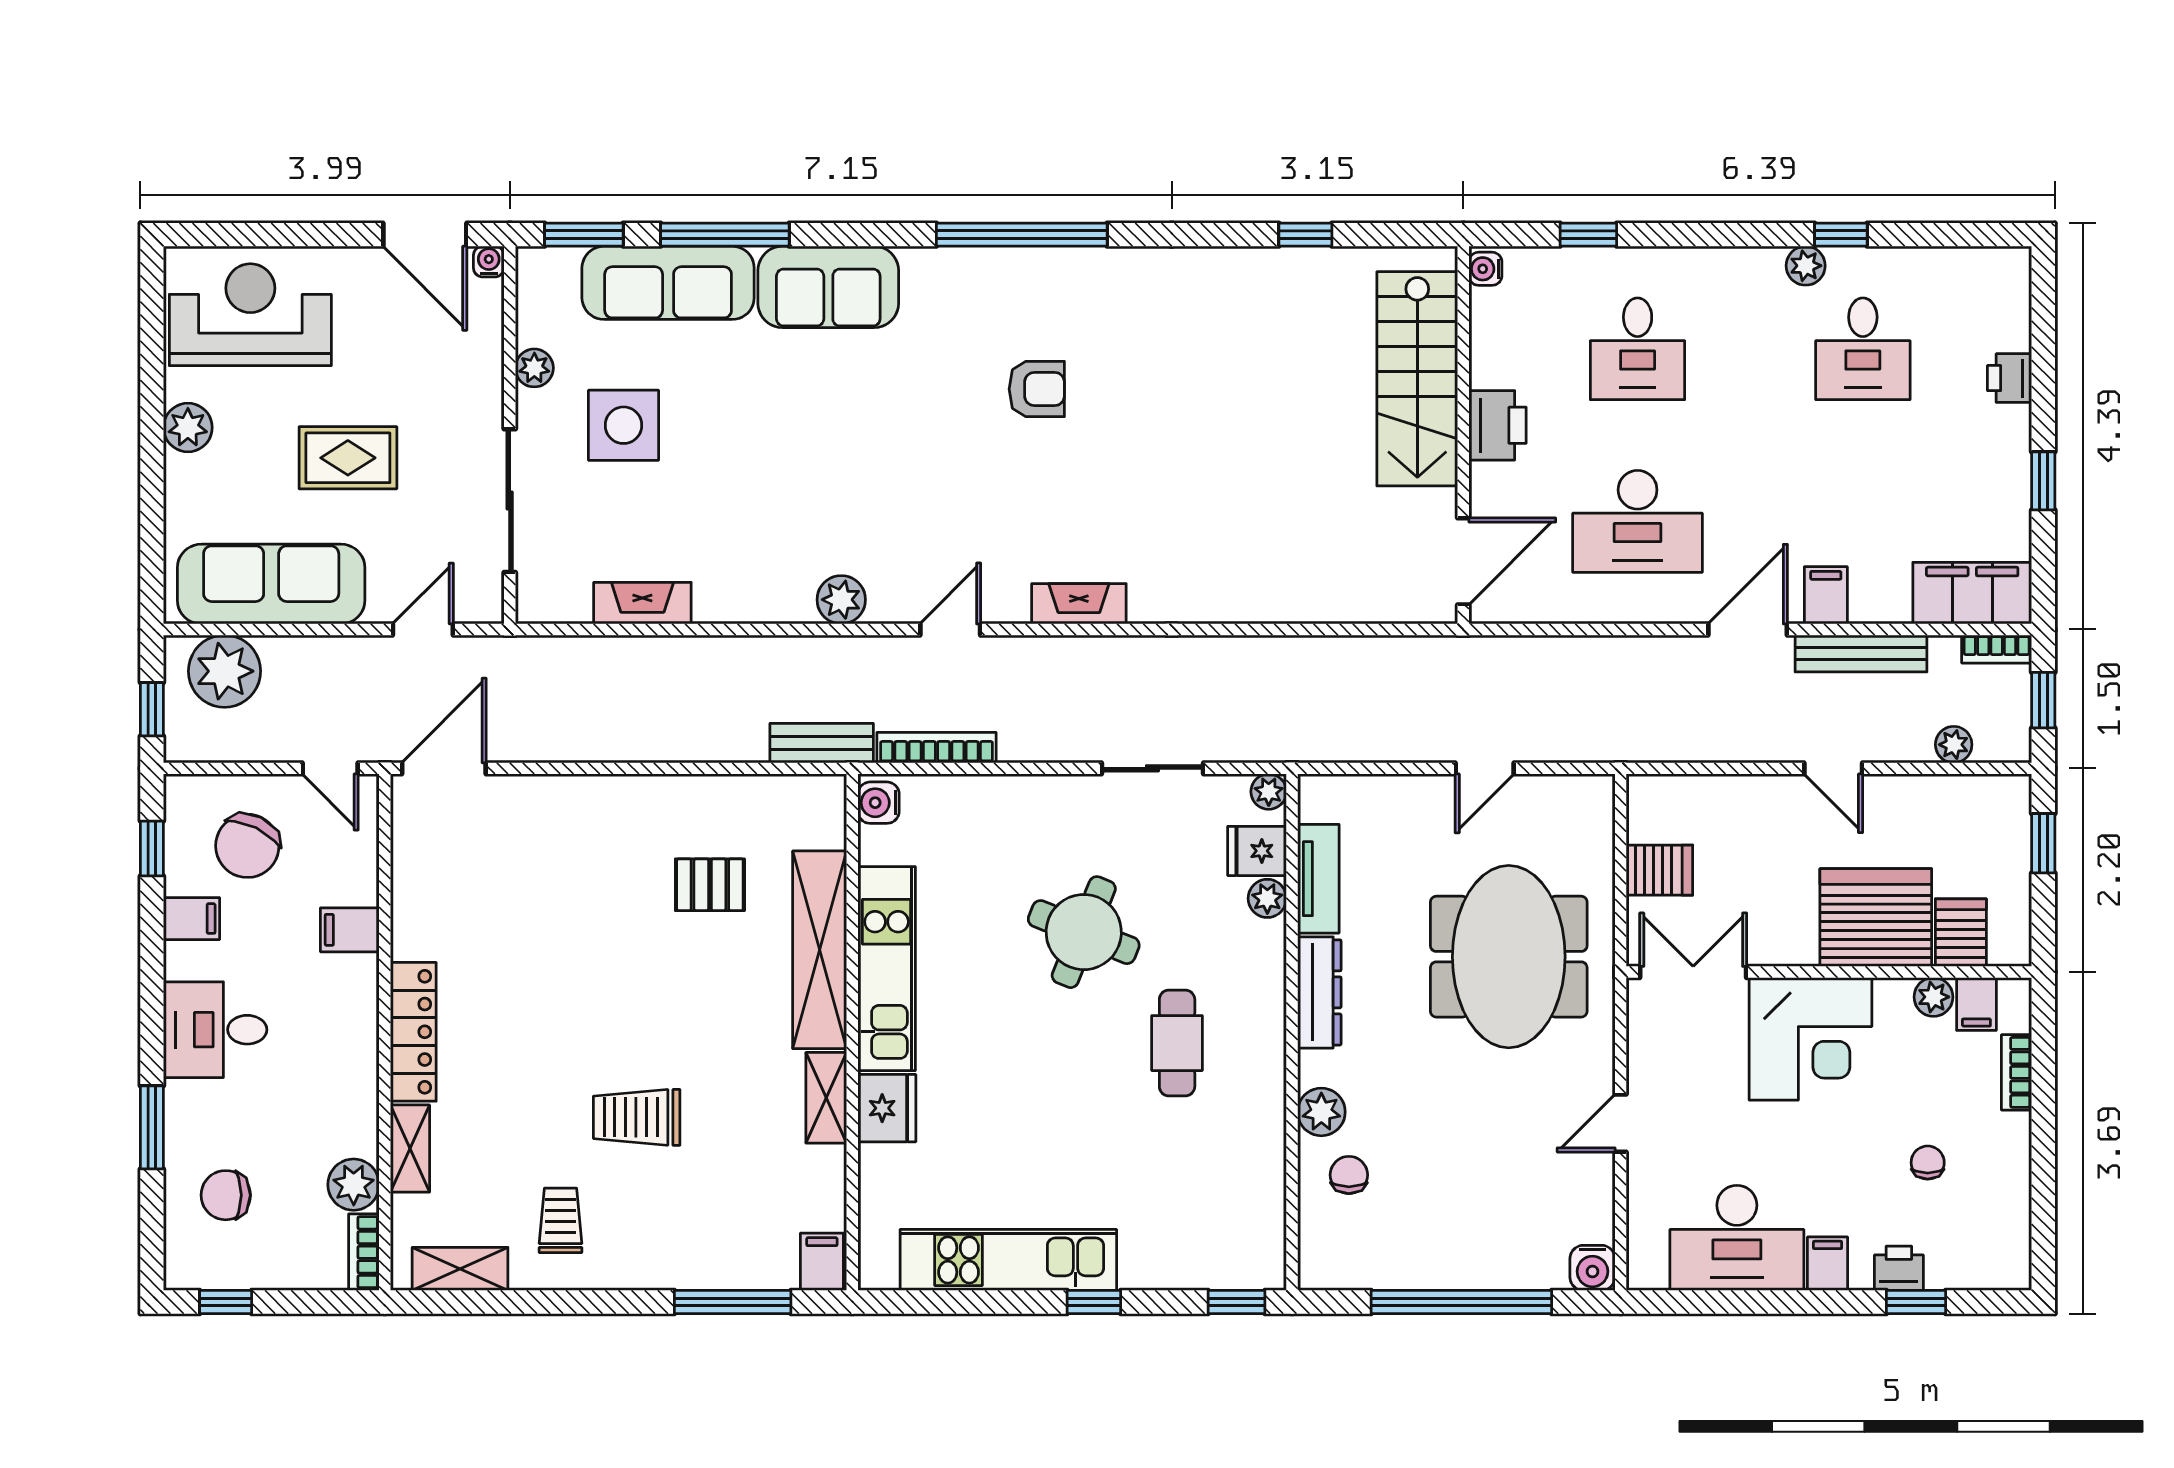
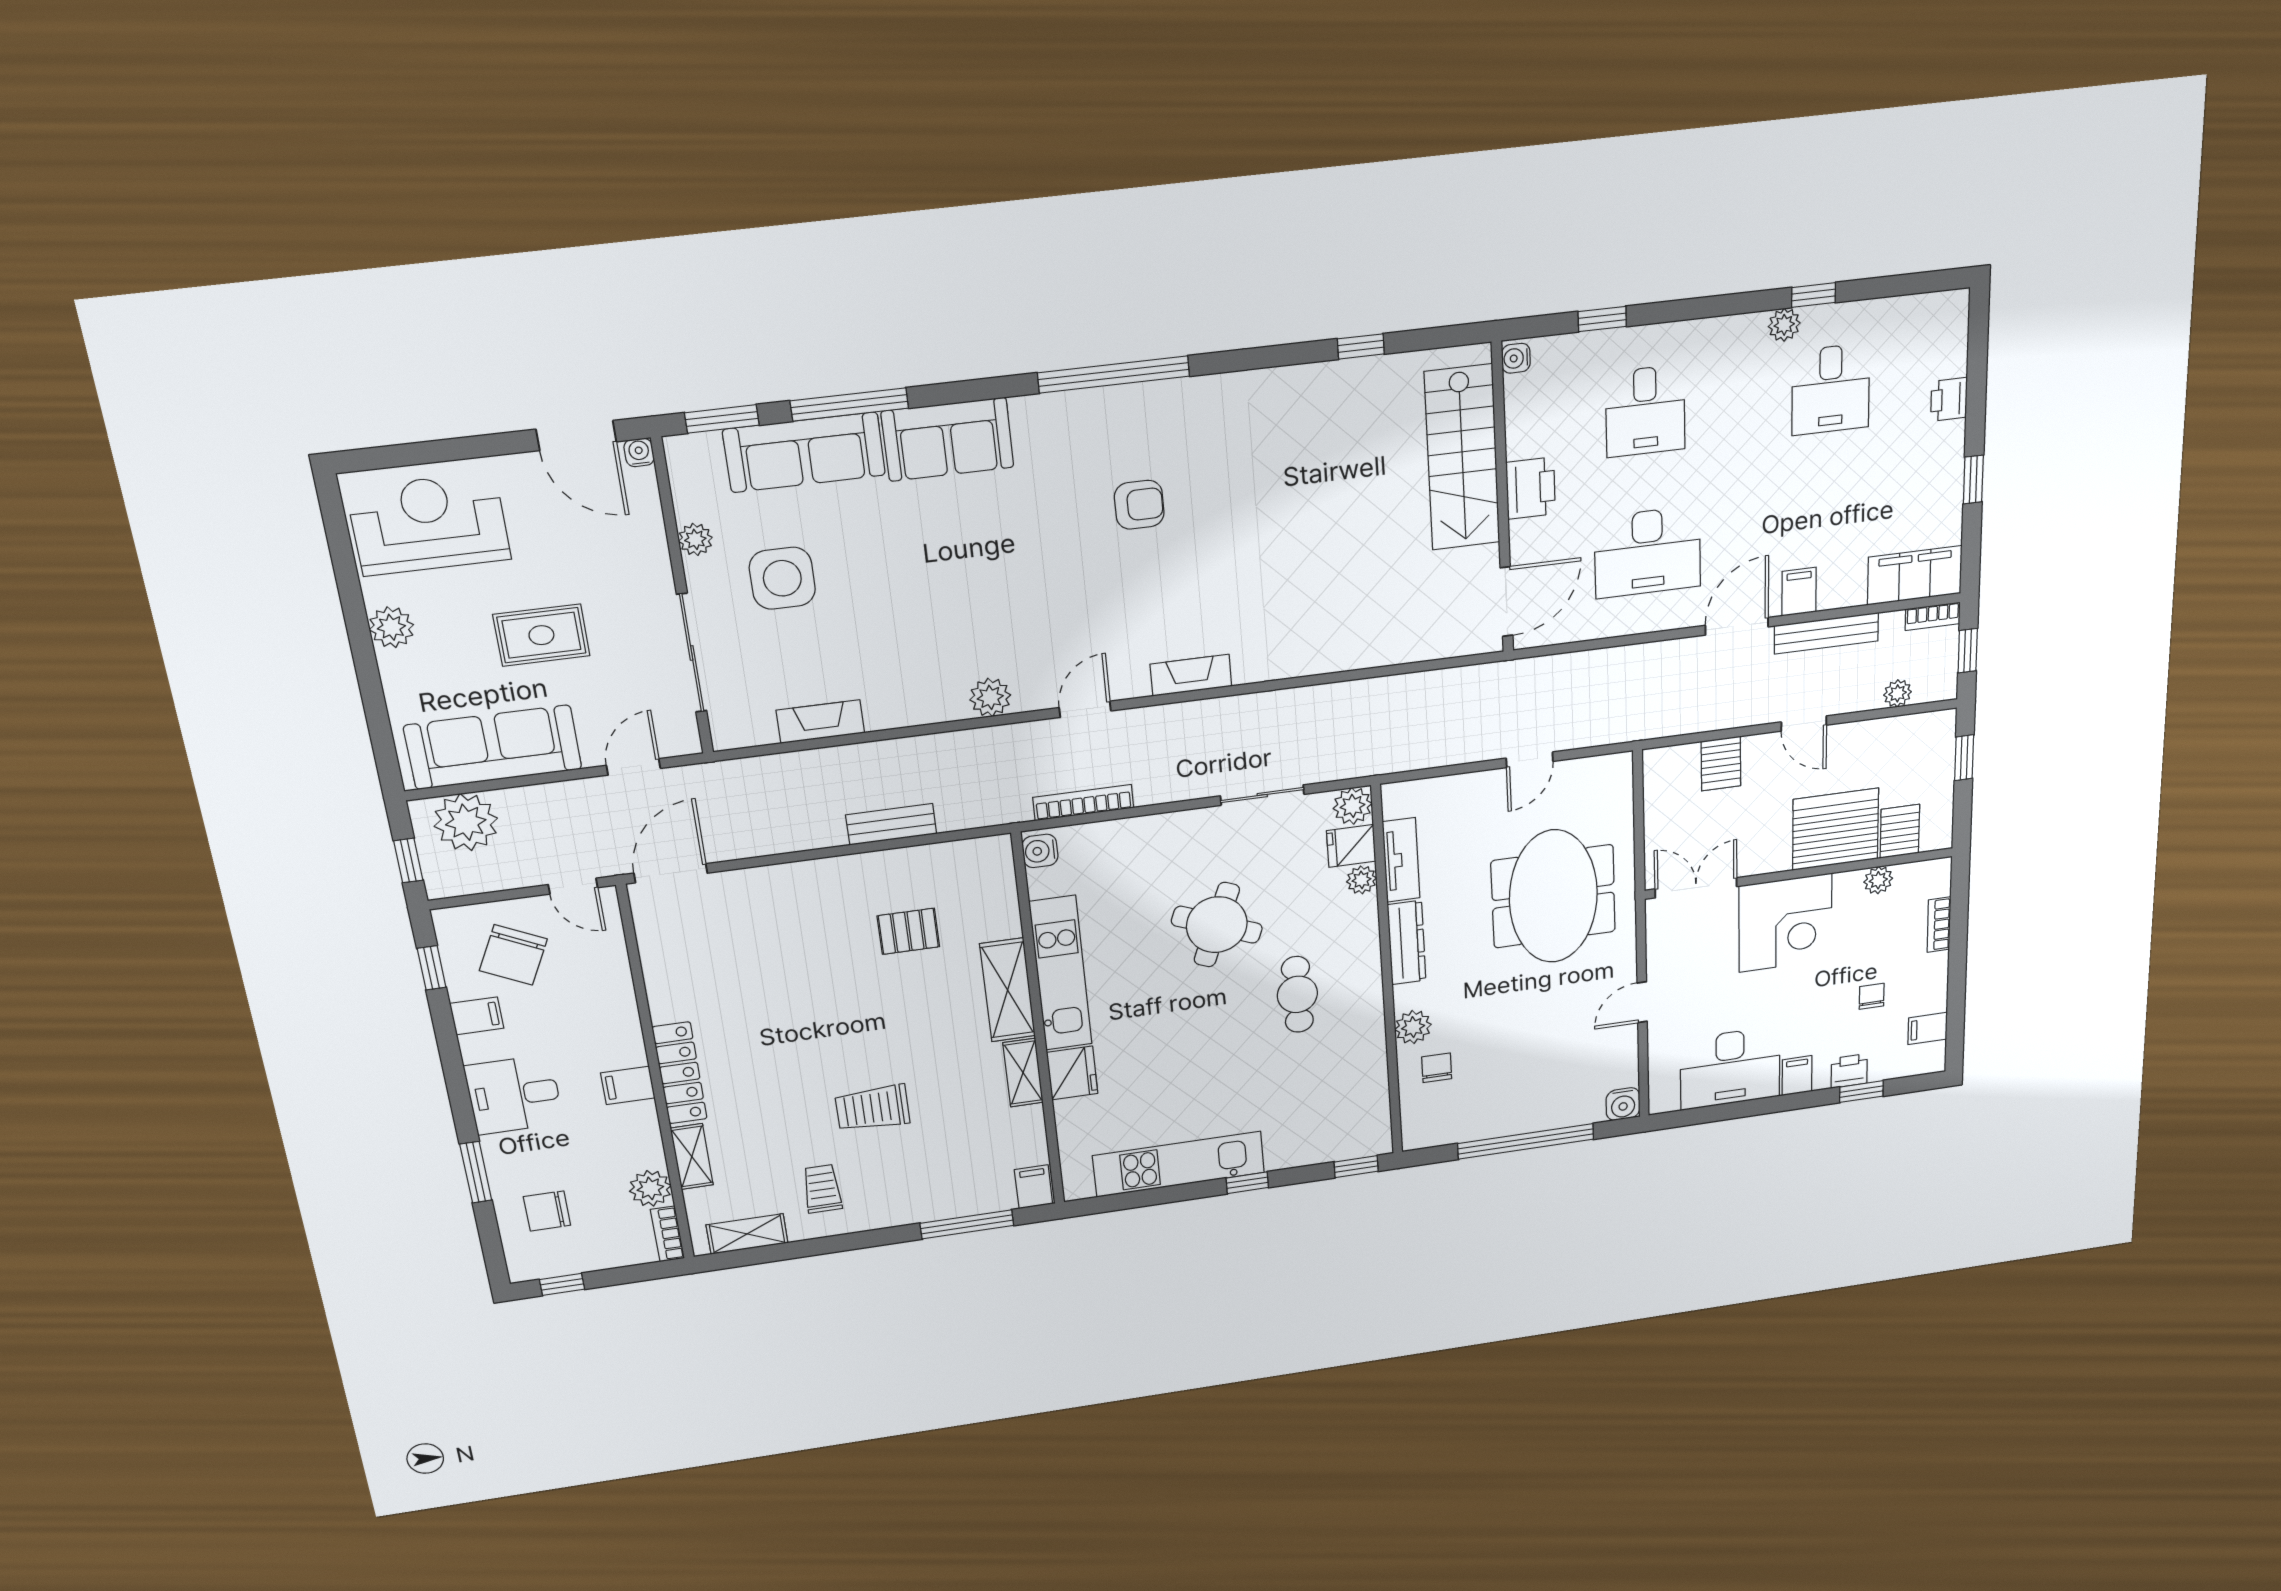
bench: (822, 743) -> (891, 824), moved
plant: (1269, 792) -> (1353, 806), width x1.38, depth x1.38
server rack: (1659, 870) -> (1721, 764), moved, turned 90
filing cabinet: (350, 930) -> (628, 1085), moved
shelving: (820, 950) -> (1008, 990), width x0.68
filing cabinet: (1976, 1004) -> (1928, 1028), moved, turned 90

